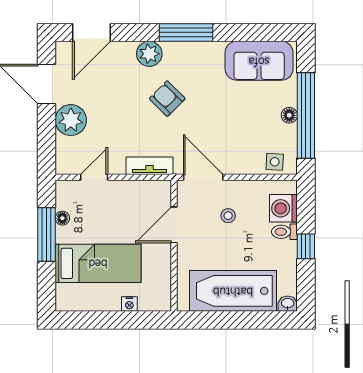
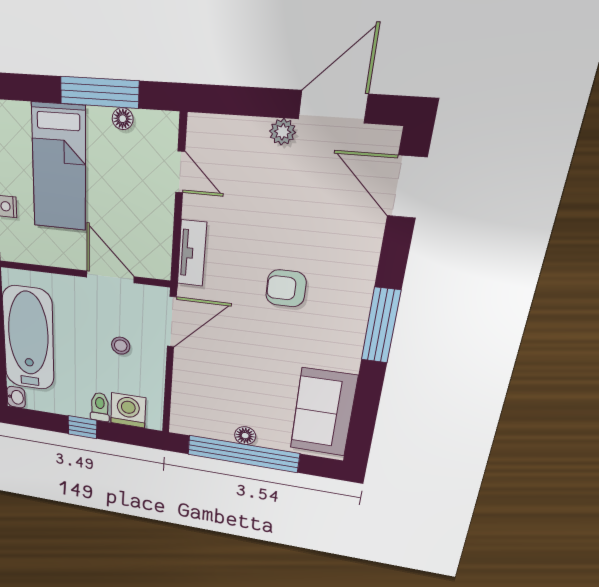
plant: (149, 54) -> (357, 271), removed
armchair: (167, 99) -> (286, 288), turned -135
plant: (71, 120) -> (283, 132), width x0.53, depth x0.53
side table: (275, 162) -> (187, 410), removed

